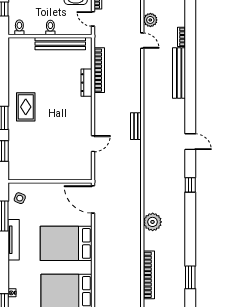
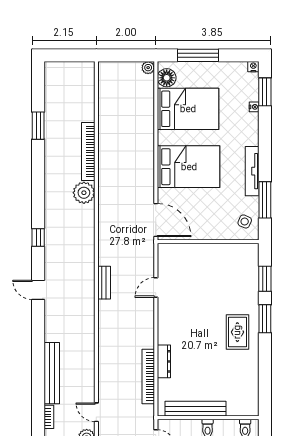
bench: (136, 126) -> (104, 283), moved
bookcase: (149, 275) -> (88, 152), moved

